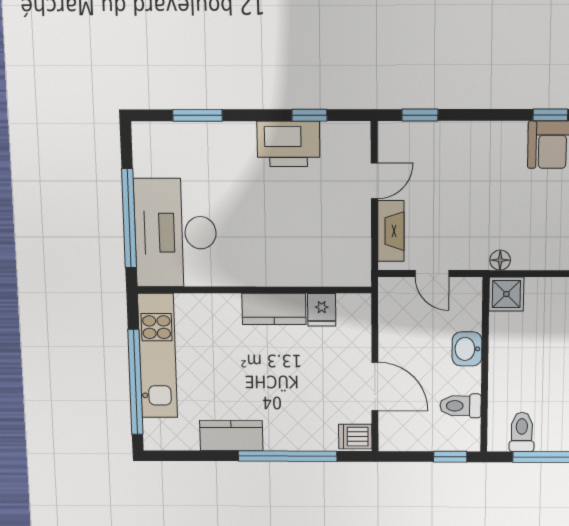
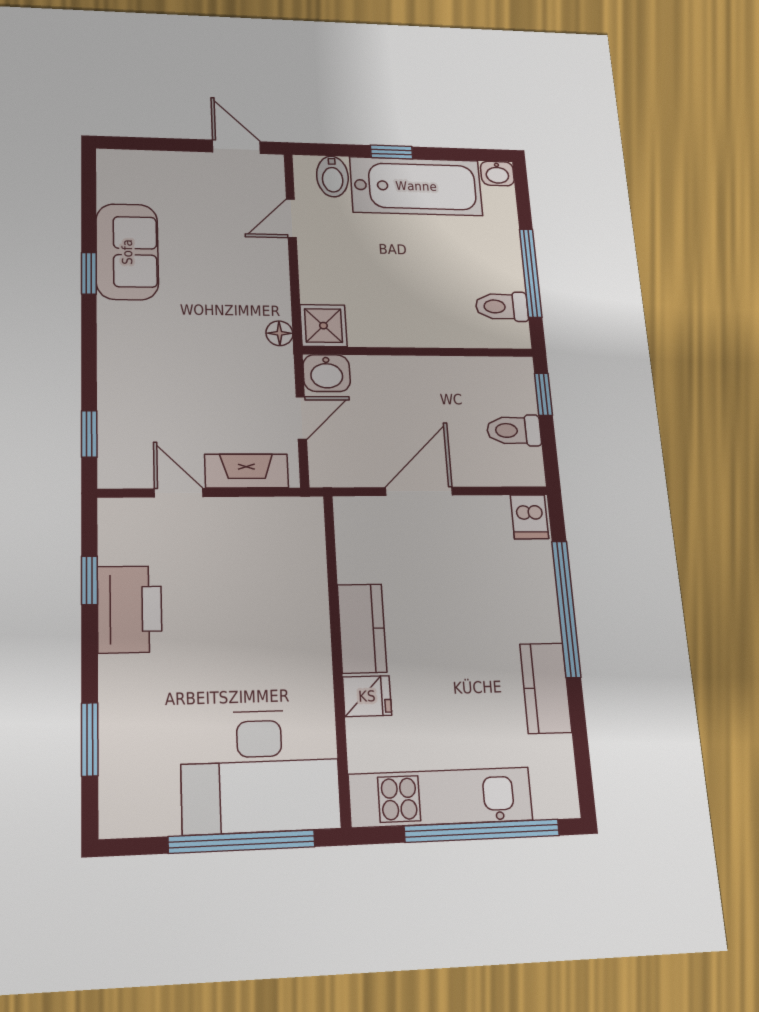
fridge: (322, 310) -> (367, 696), moved
washbasin: (467, 349) -> (327, 373), moved
door: (375, 386) -> (419, 491), moved
toilet: (461, 406) -> (514, 430), moved, turned 90

